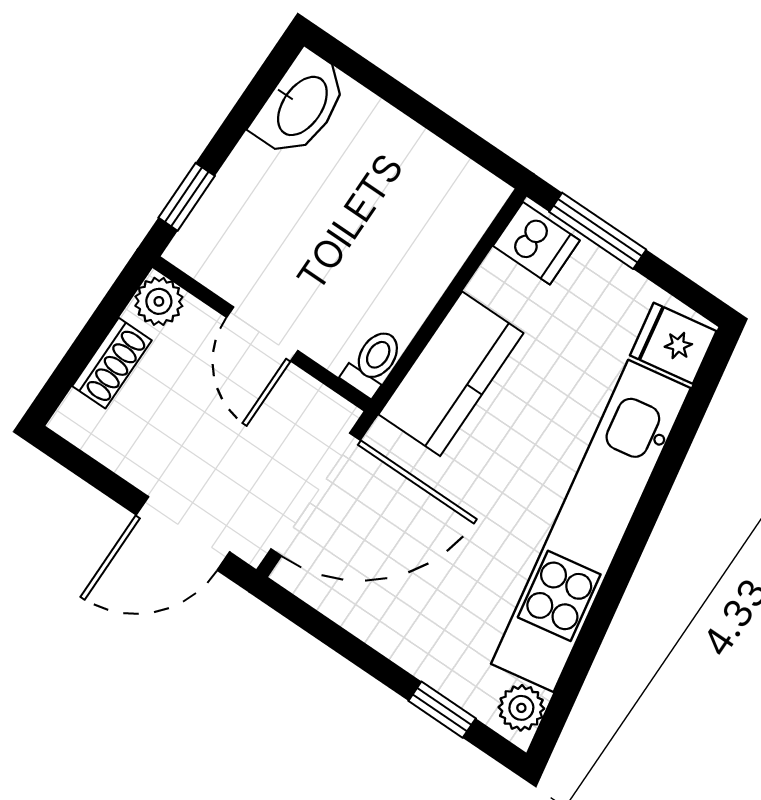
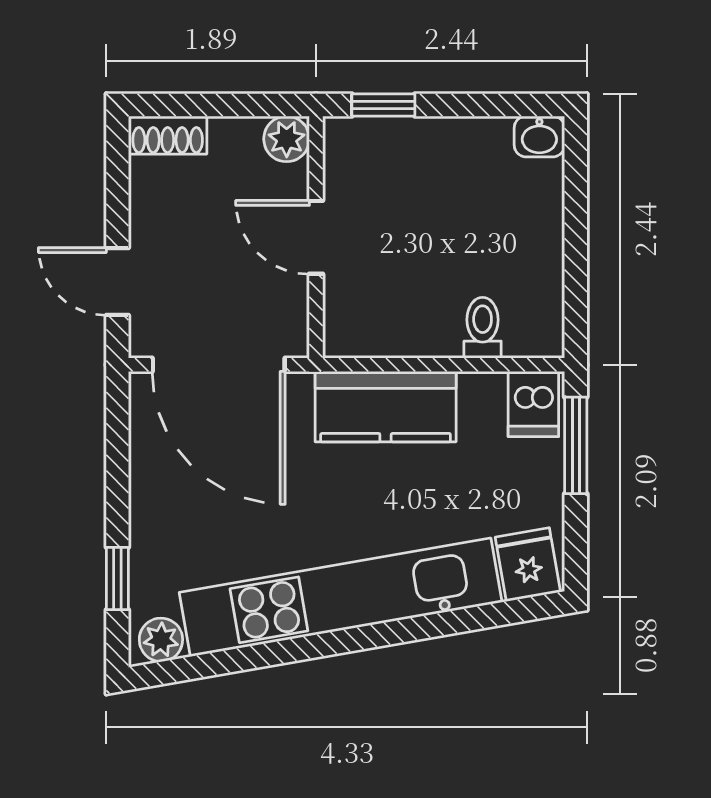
washbasin: (301, 105) -> (539, 137), width x0.52, depth x0.69
door: (262, 334) -> (316, 237), hinge flipped
toilet: (373, 362) -> (483, 328), moved, turned -90
shoe rack: (112, 363) -> (168, 135), moved
door: (183, 533) -> (117, 281), width x0.73

